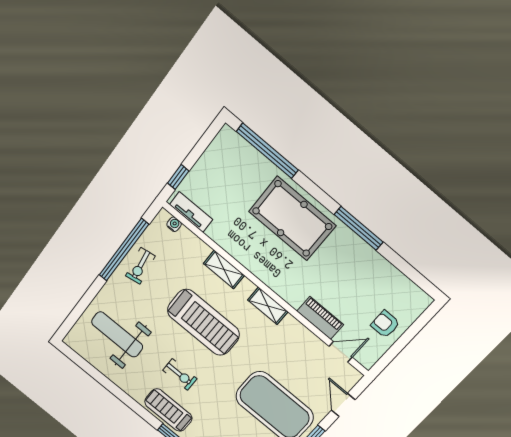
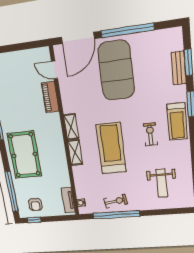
window: (178, 177) -> (34, 220), moved
shelving: (224, 269) -> (75, 152), moved
armchair: (385, 324) -> (35, 204), moved
weight bench: (117, 334) -> (162, 183), width x0.73, depth x0.75
door: (343, 405) -> (78, 38), width x1.88

